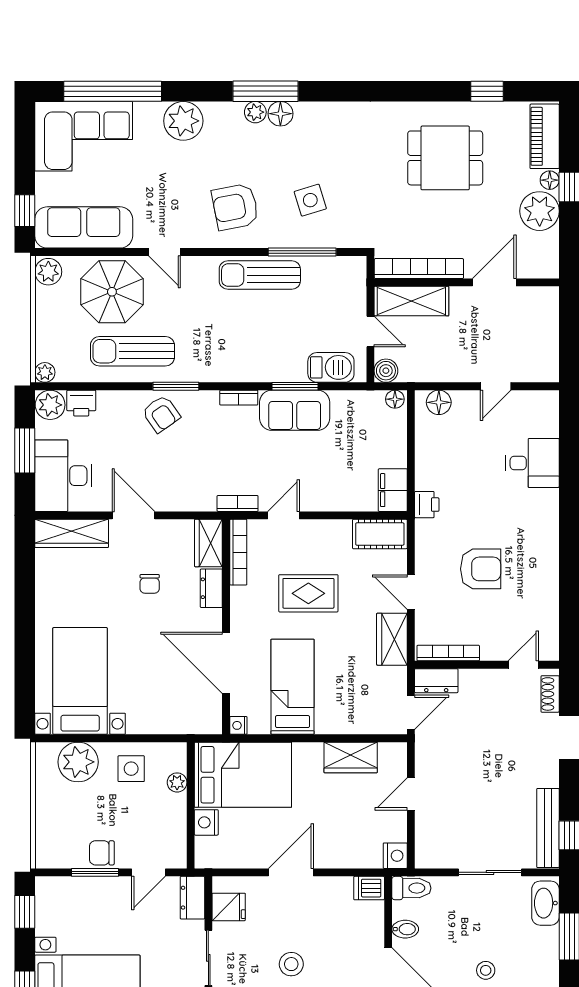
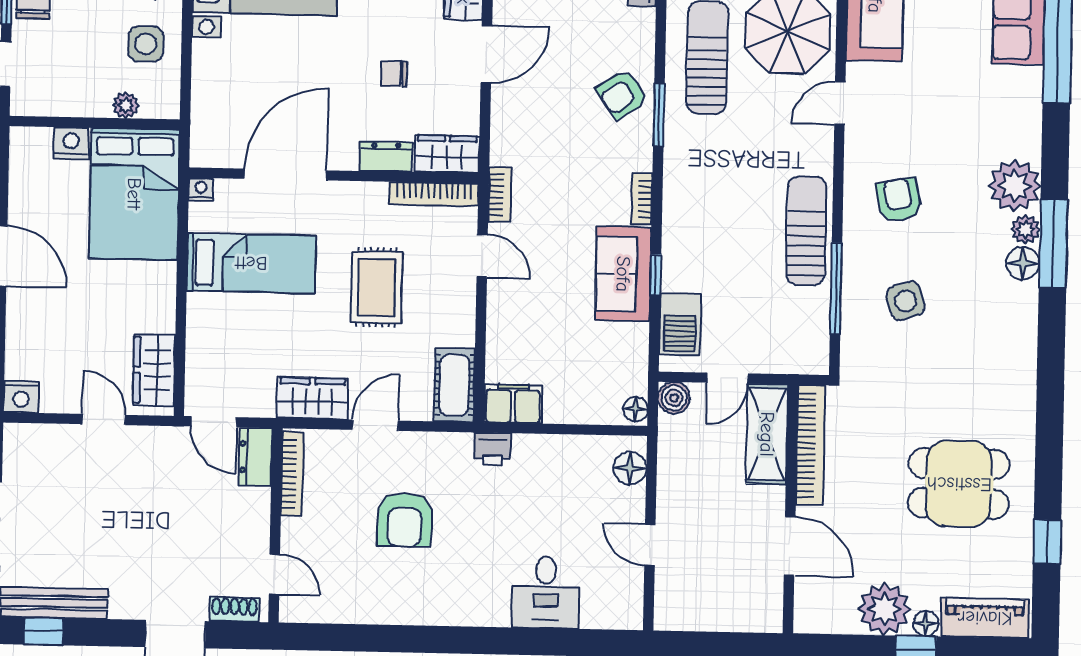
plant: (183, 121) -> (1015, 186), moved
dining table: (445, 158) -> (959, 484), turned 90
armchair: (235, 207) -> (899, 200), width x0.72, depth x0.72
window: (295, 386) -> (656, 275), width x0.67
wardrobe: (351, 757) -> (154, 370), moved

